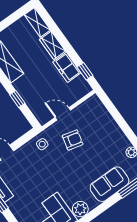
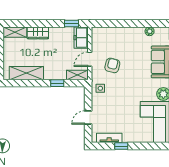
freezer: (67, 67) -> (81, 38), moved, turned 90
shelving: (39, 113) -> (77, 75), added

